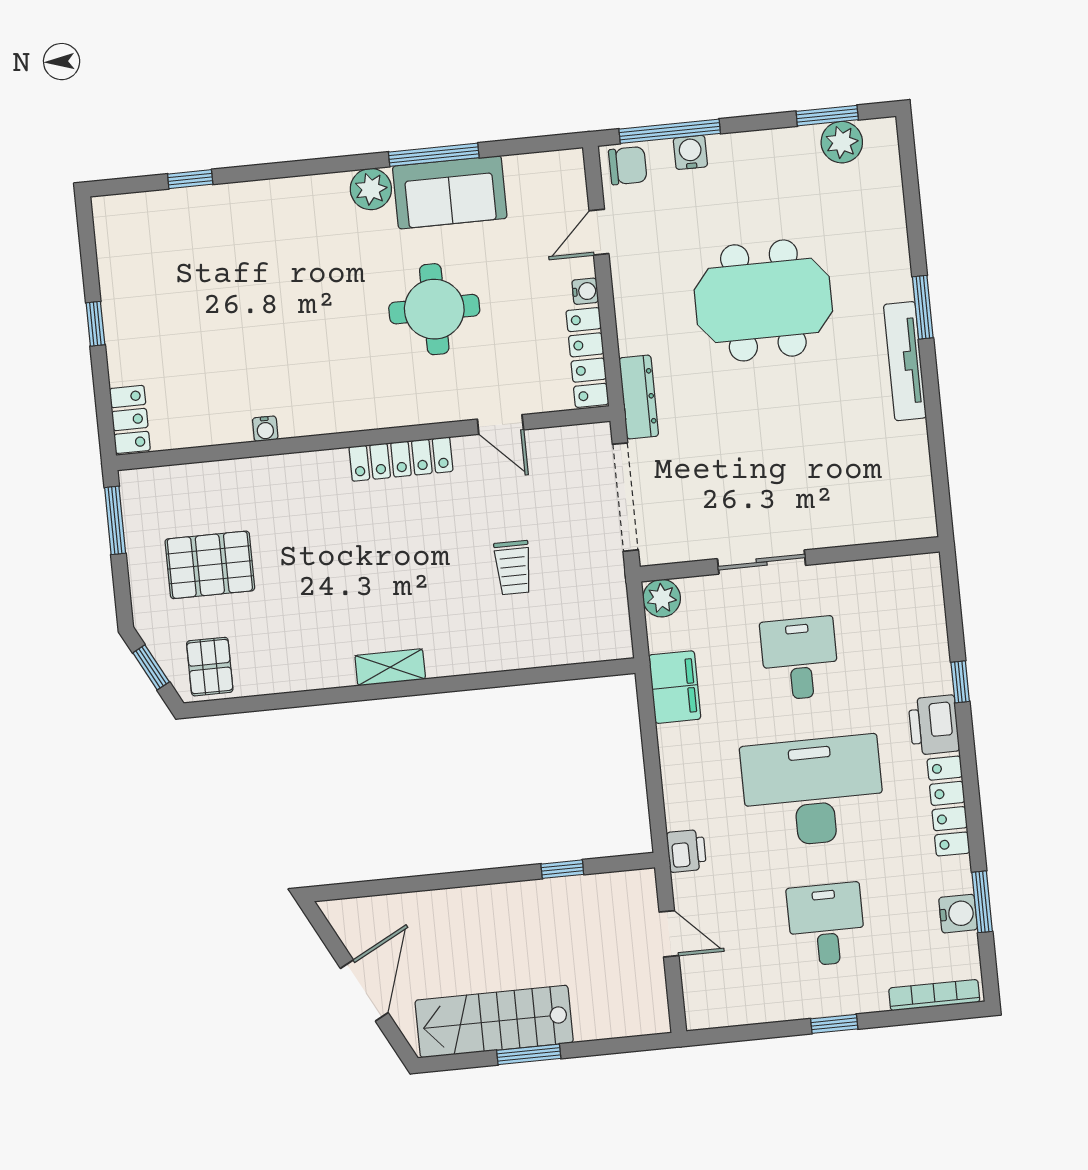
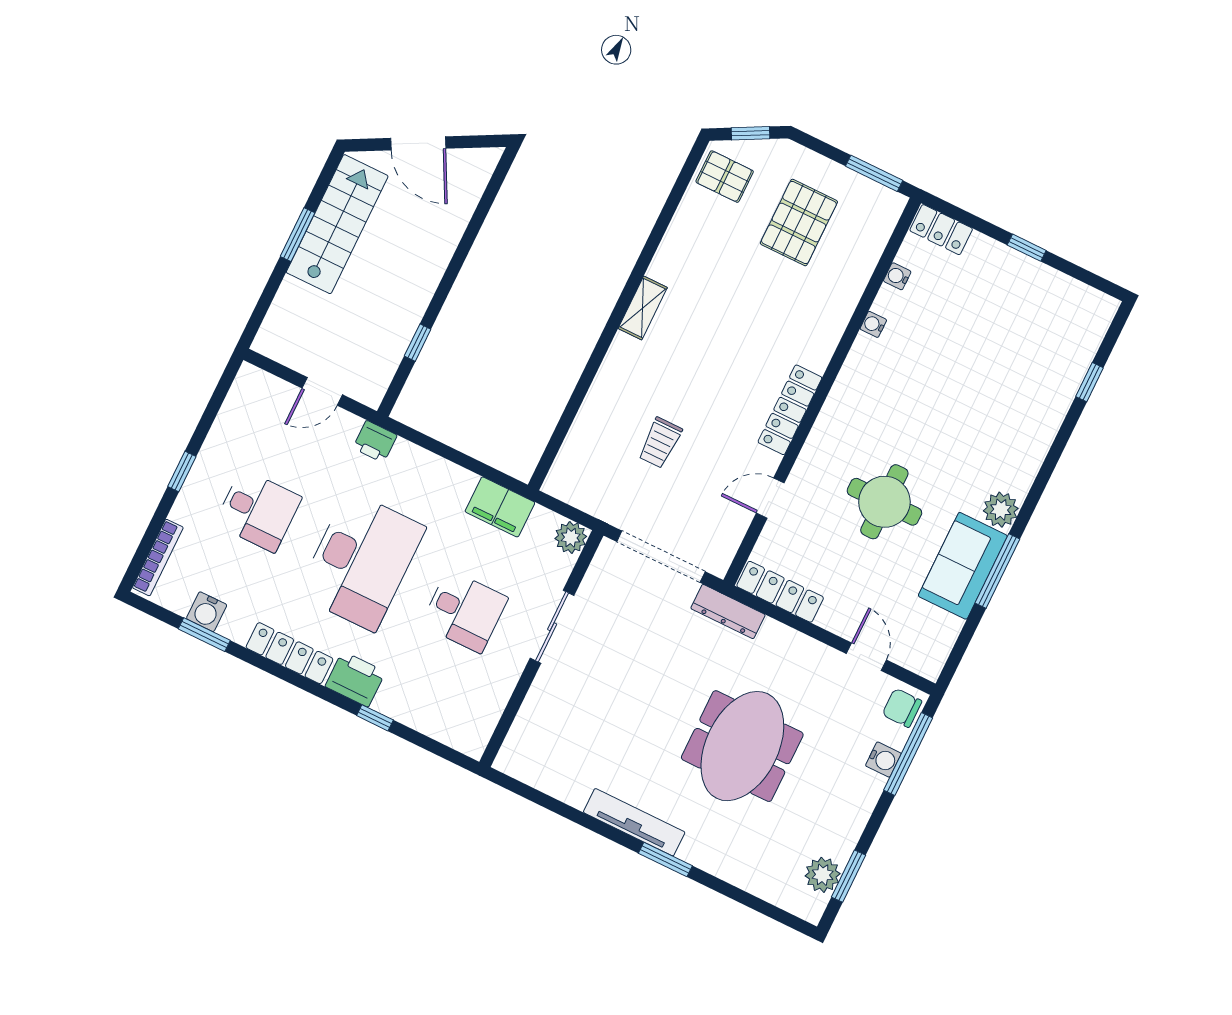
chair: (628, 166) -> (902, 708), turned 90
water cooler: (585, 291) -> (897, 276), moved, turned 90
trolley: (513, 568) -> (660, 443), turned -90

